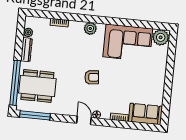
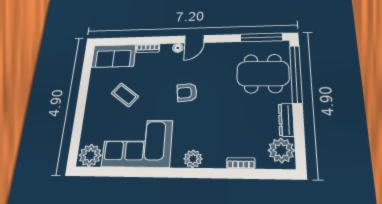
plant: (28, 32) -> (281, 150), width x1.88, depth x1.88
coffee table: (137, 81) -> (125, 95), added
door: (84, 120) -> (194, 39), hinge flipped

